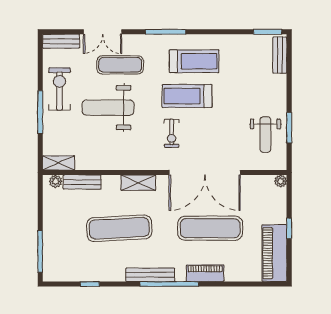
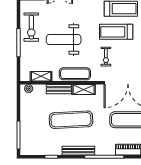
exercise mat: (120, 65) -> (75, 74), moved
exercise bike: (59, 89) -> (31, 27), turned 180
shelving: (59, 163) -> (41, 76), moved
bench: (82, 182) -> (59, 89), moved
bench: (150, 275) -> (78, 151), moved

